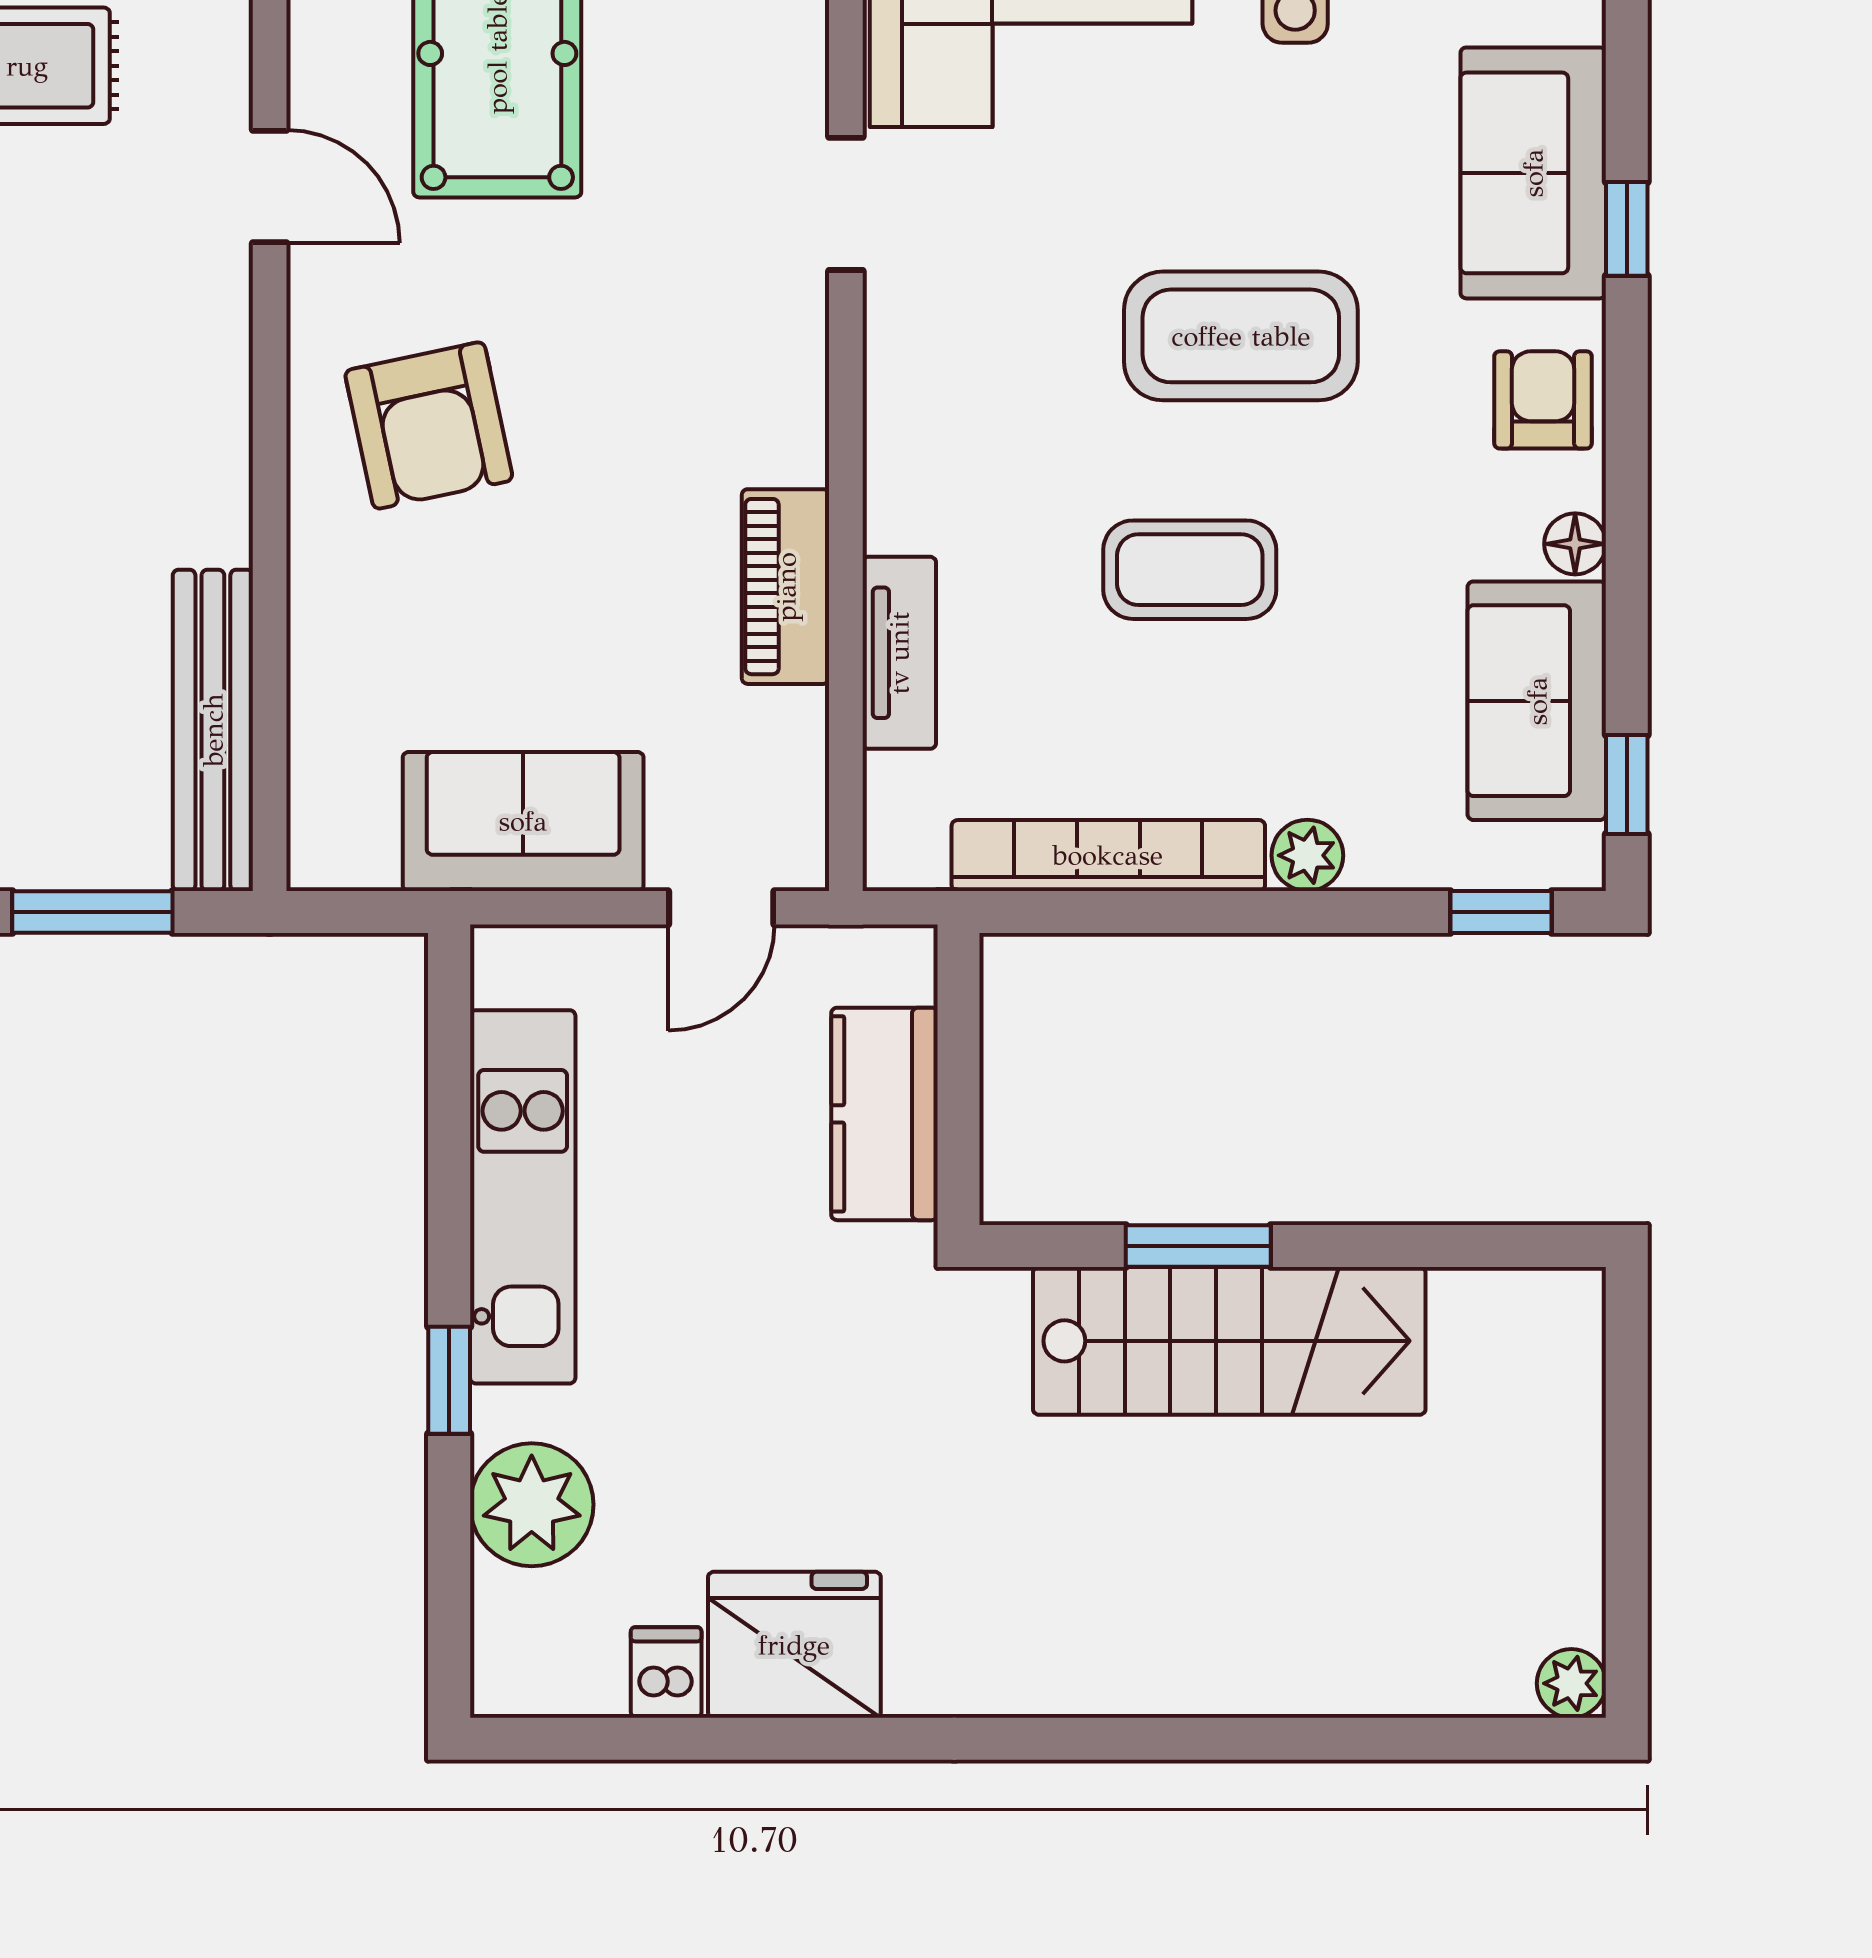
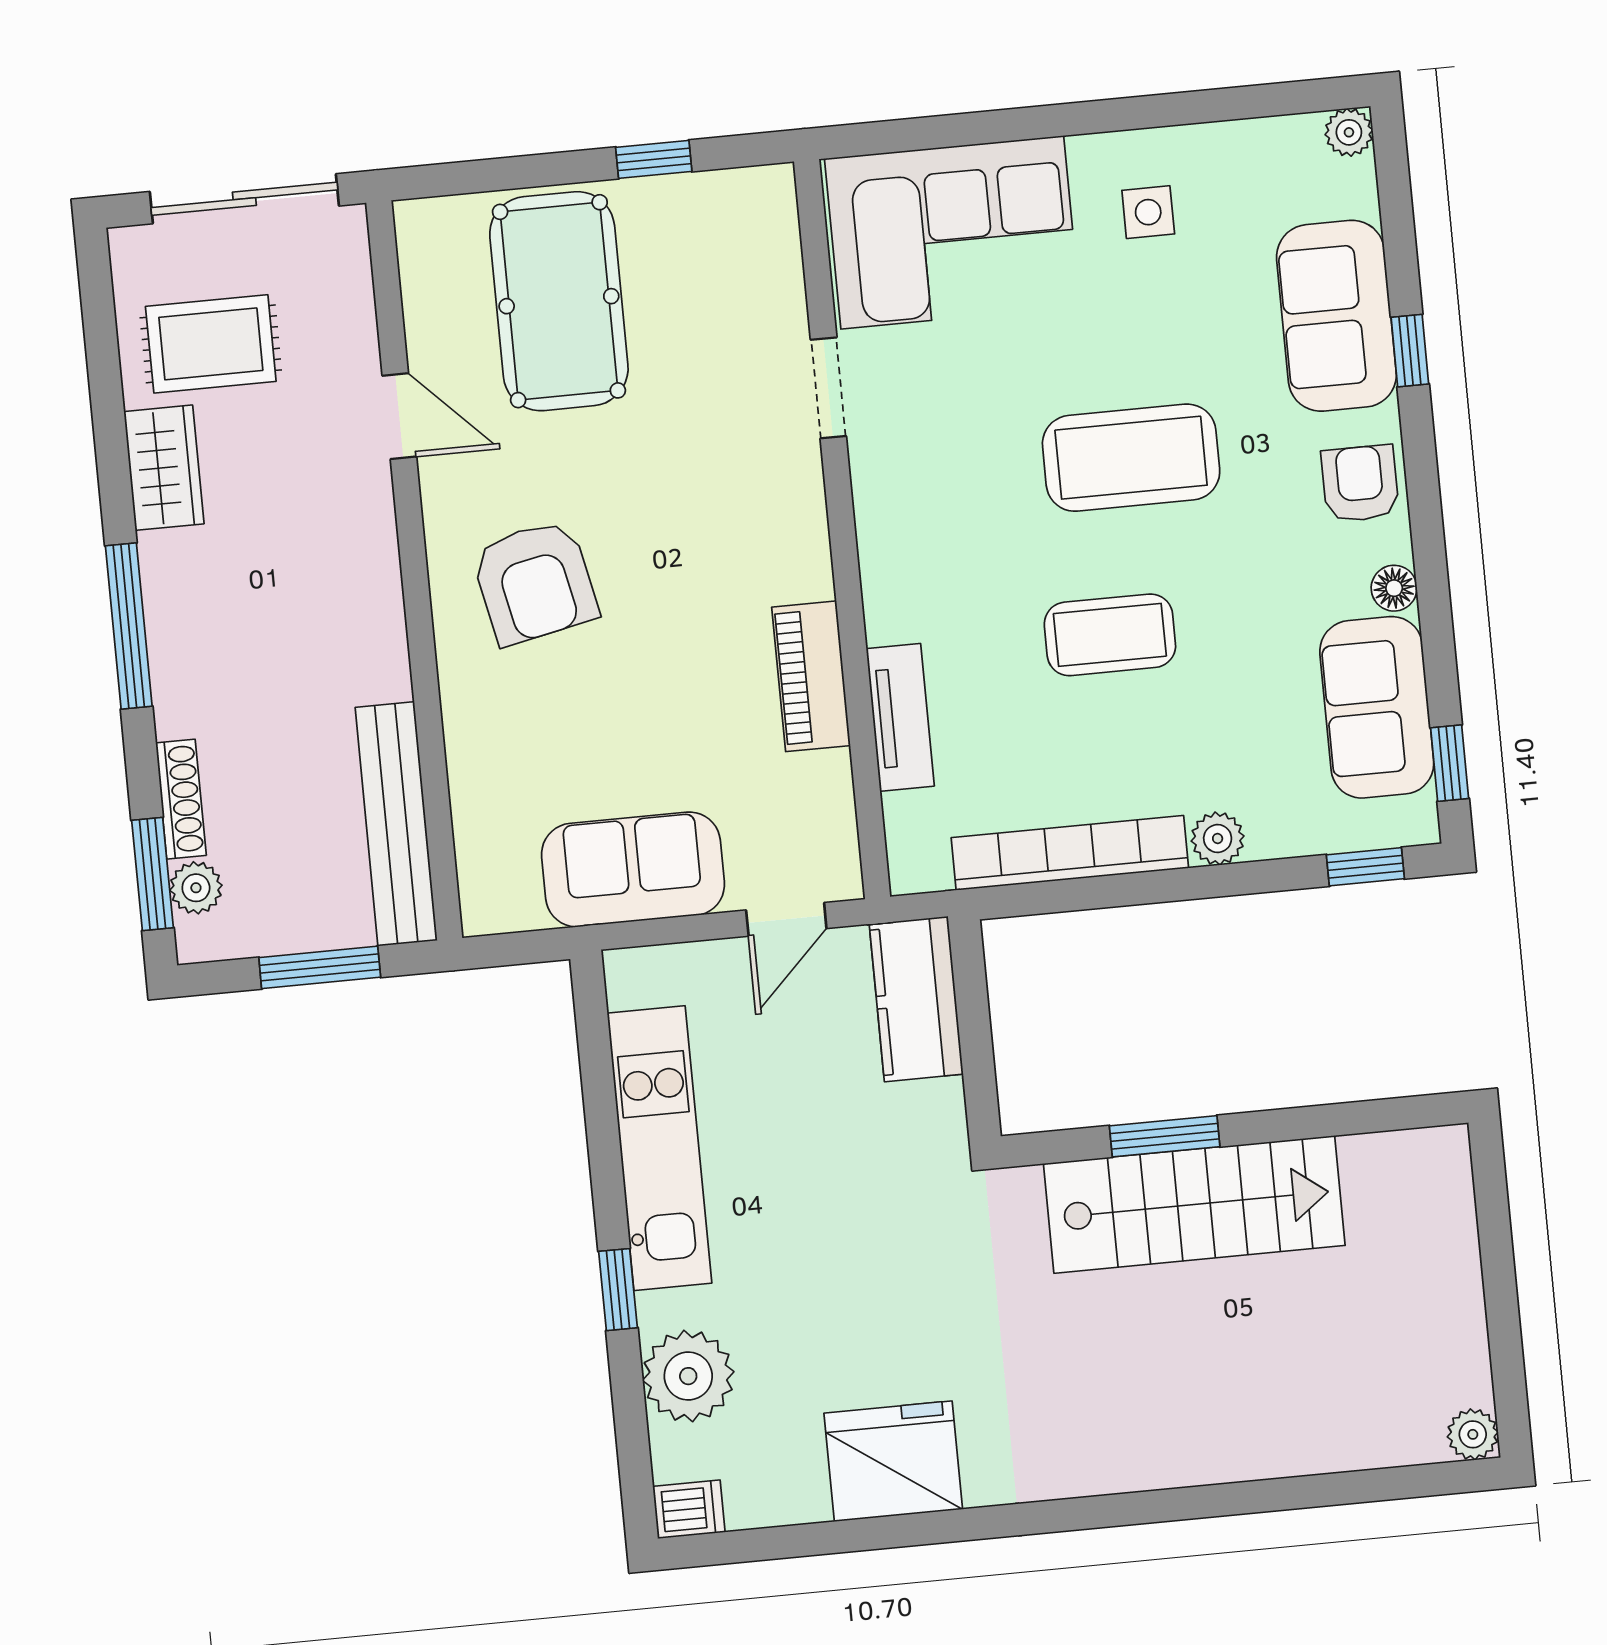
kitchen counter: (884, 1114) -> (916, 999), moved
dishwasher: (666, 1672) -> (689, 1509), moved, turned 90

